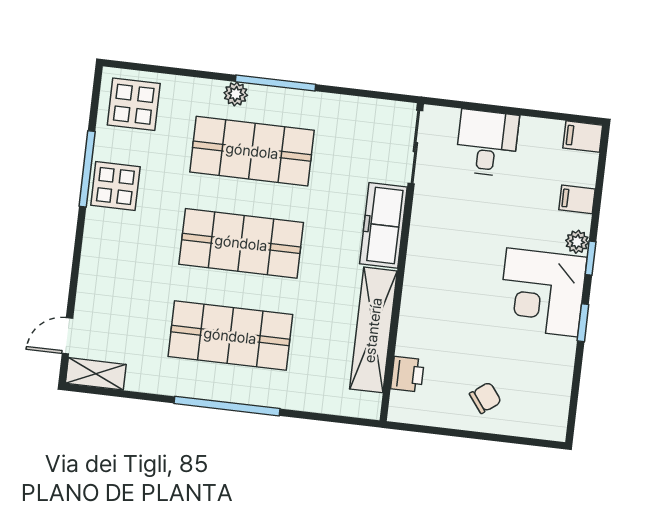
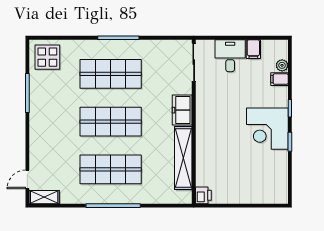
plant: (236, 94) -> (99, 46), removed
filing cabinet: (583, 137) -> (253, 49), moved, turned -90
display table: (115, 186) -> (43, 100), removed
freezer: (383, 225) -> (182, 110), width x0.71
plant: (577, 242) -> (282, 65), moved
printer: (407, 374) -> (203, 195), moved
chair: (485, 398) -> (245, 186), removed

